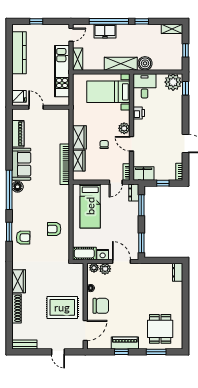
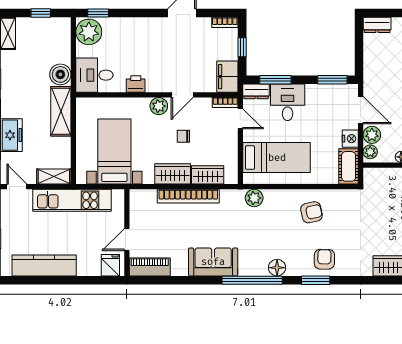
bed with nightstands: (108, 92) -> (114, 152), moved, turned 180
piano: (18, 134) -> (150, 267), moved
bookcase: (65, 164) -> (188, 196), moved
floor lamp: (18, 187) -> (277, 268), moved
plant: (63, 191) -> (254, 198), added
desk: (127, 213) -> (288, 102), added
armchair: (54, 229) -> (311, 212), turned -102
door: (121, 261) -> (361, 110), swing flipped

